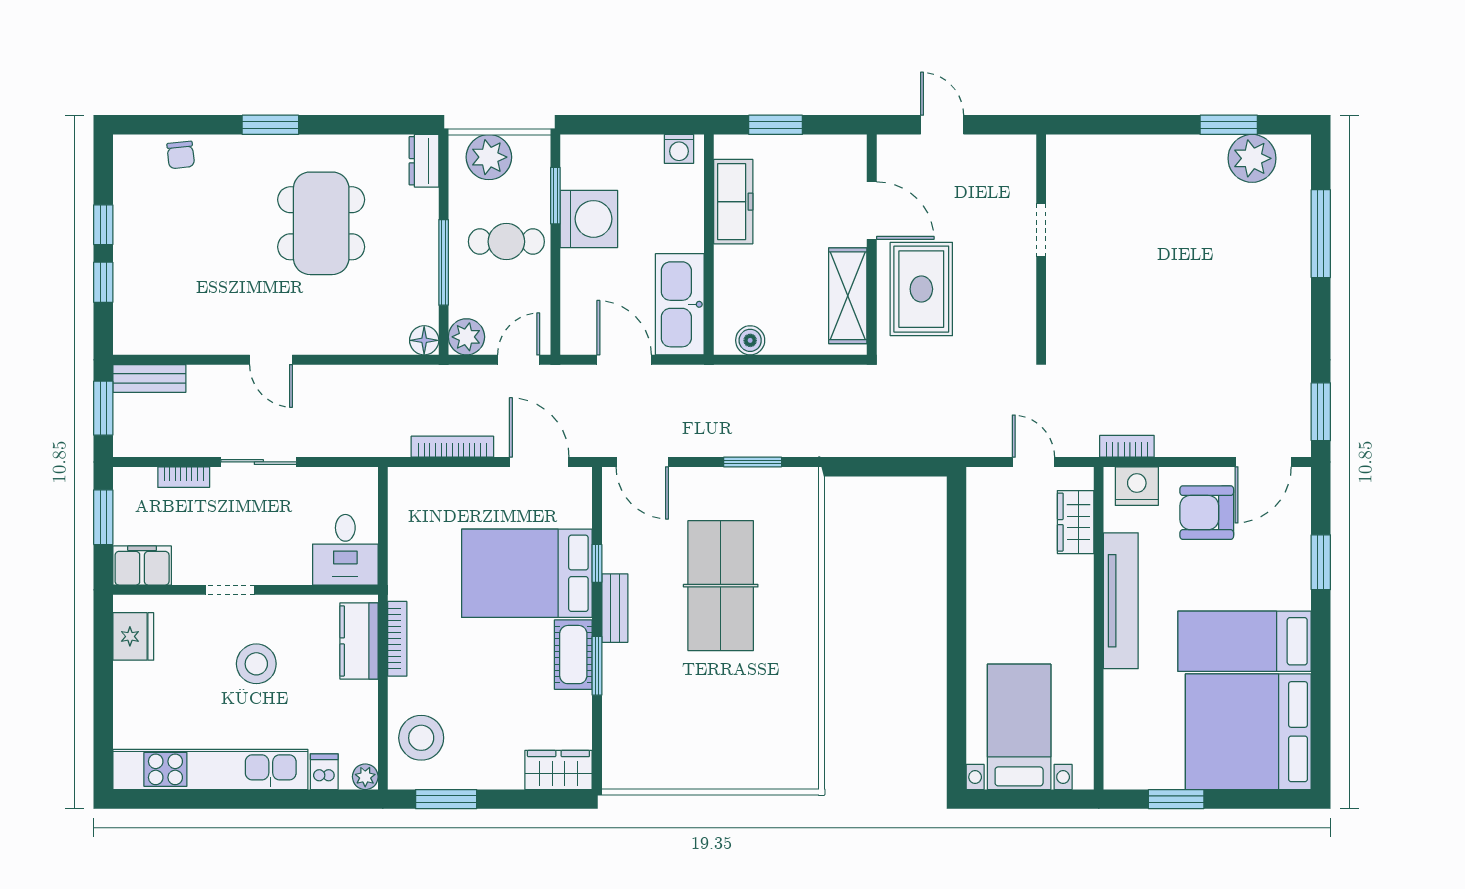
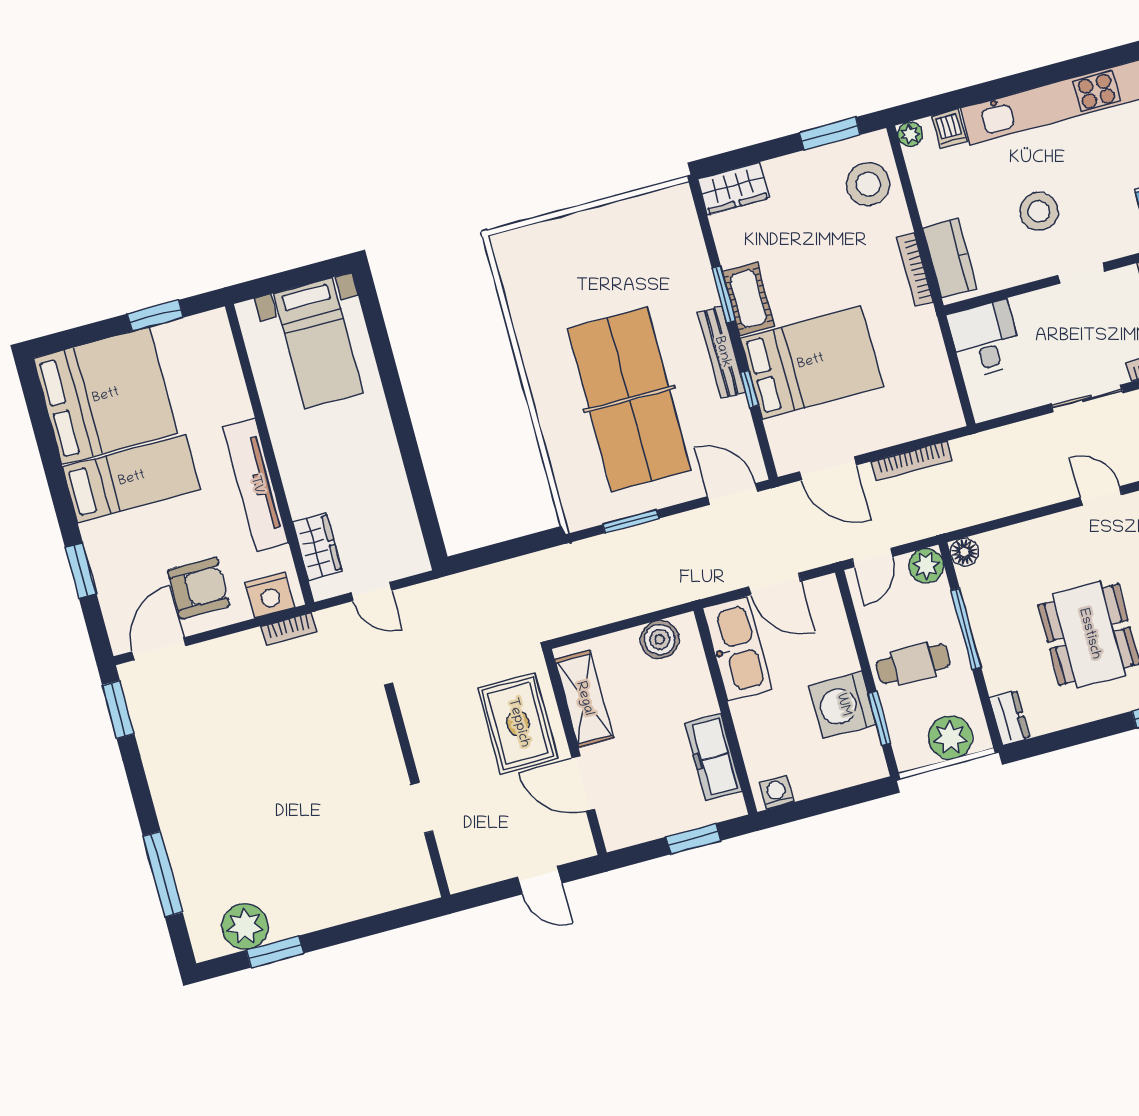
boiler: (750, 340) -> (660, 639), width x1.36, depth x1.36
table tennis table: (721, 586) -> (629, 399), width x1.36, depth x1.32
bench: (615, 608) -> (722, 352), width x1.36

